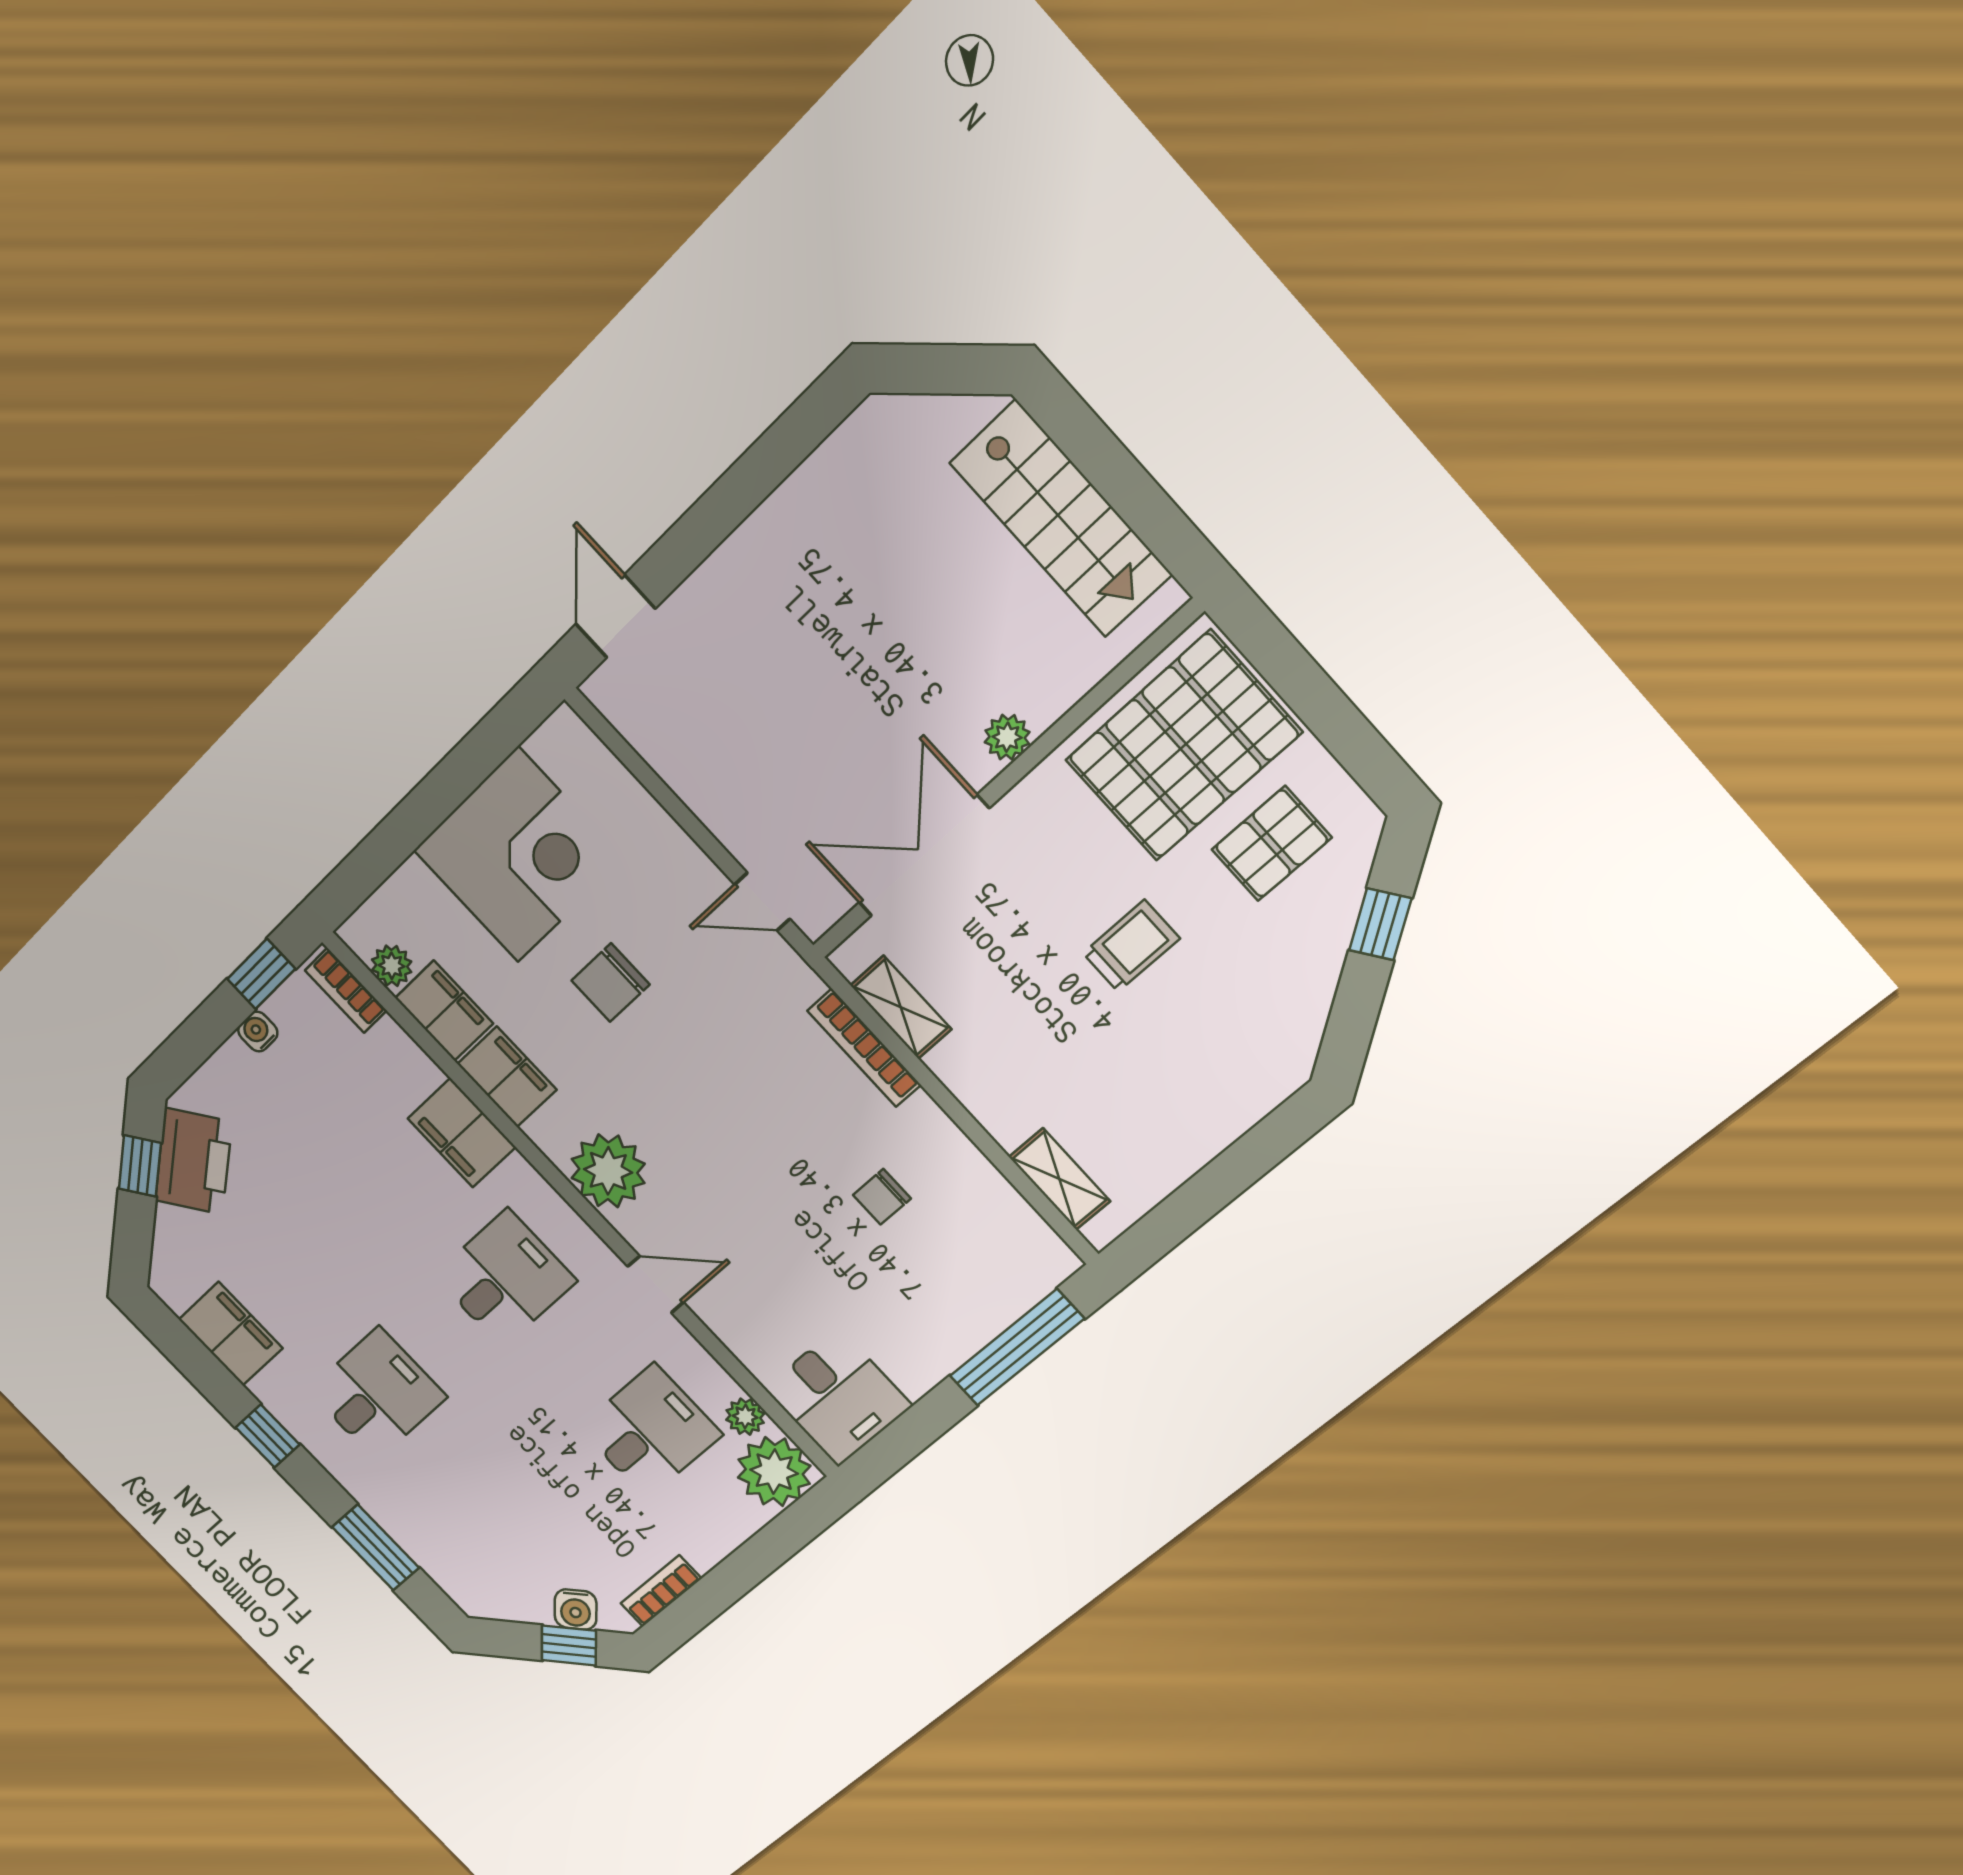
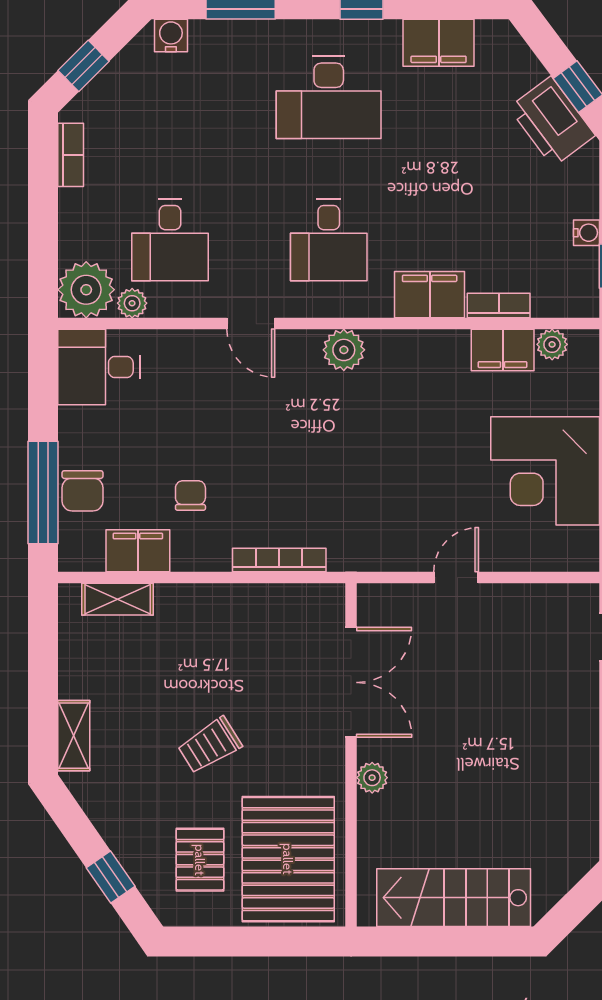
door: (762, 902) -> (456, 577), moved
trolley: (1131, 946) -> (210, 745), turned 58
chair: (611, 983) -> (83, 491), moved, turned 180
bookcase: (346, 990) -> (499, 305), moved
shelving: (901, 1007) -> (74, 736), moved, turned 90
filing cabinet: (507, 1077) -> (138, 551), moved, turned 180
plant: (608, 1171) -> (344, 350), width x0.73, depth x0.73
door: (656, 1284) -> (251, 324), hinge flipped
desk: (377, 1394) -> (329, 97), width x1.37
water cooler: (576, 1609) -> (171, 36), moved, turned 45

